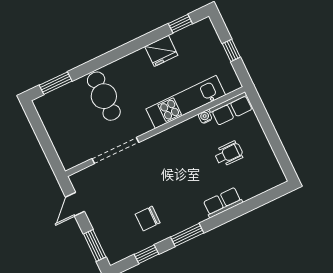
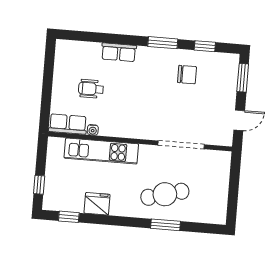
window: (231, 50) -> (39, 185), moved
window: (56, 83) -> (166, 225), moved
cafe table: (104, 96) -> (165, 194), turned 75

